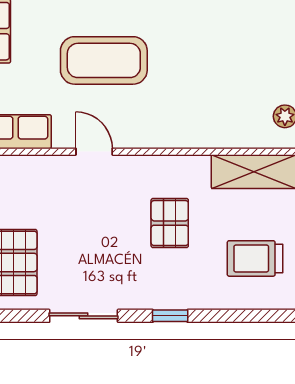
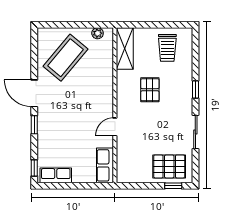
coffee table: (104, 60) -> (65, 58), moved, turned 40
pallet: (170, 223) -> (150, 90), turned 90

